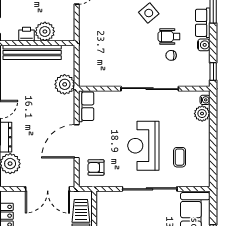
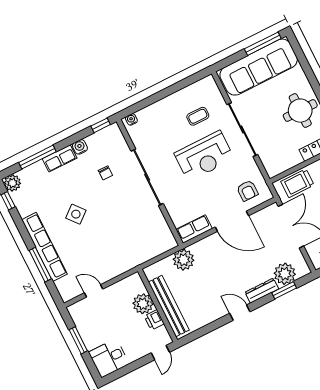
wheelchair: (169, 37) -> (89, 184), removed
plant: (202, 114) -> (146, 116), removed

